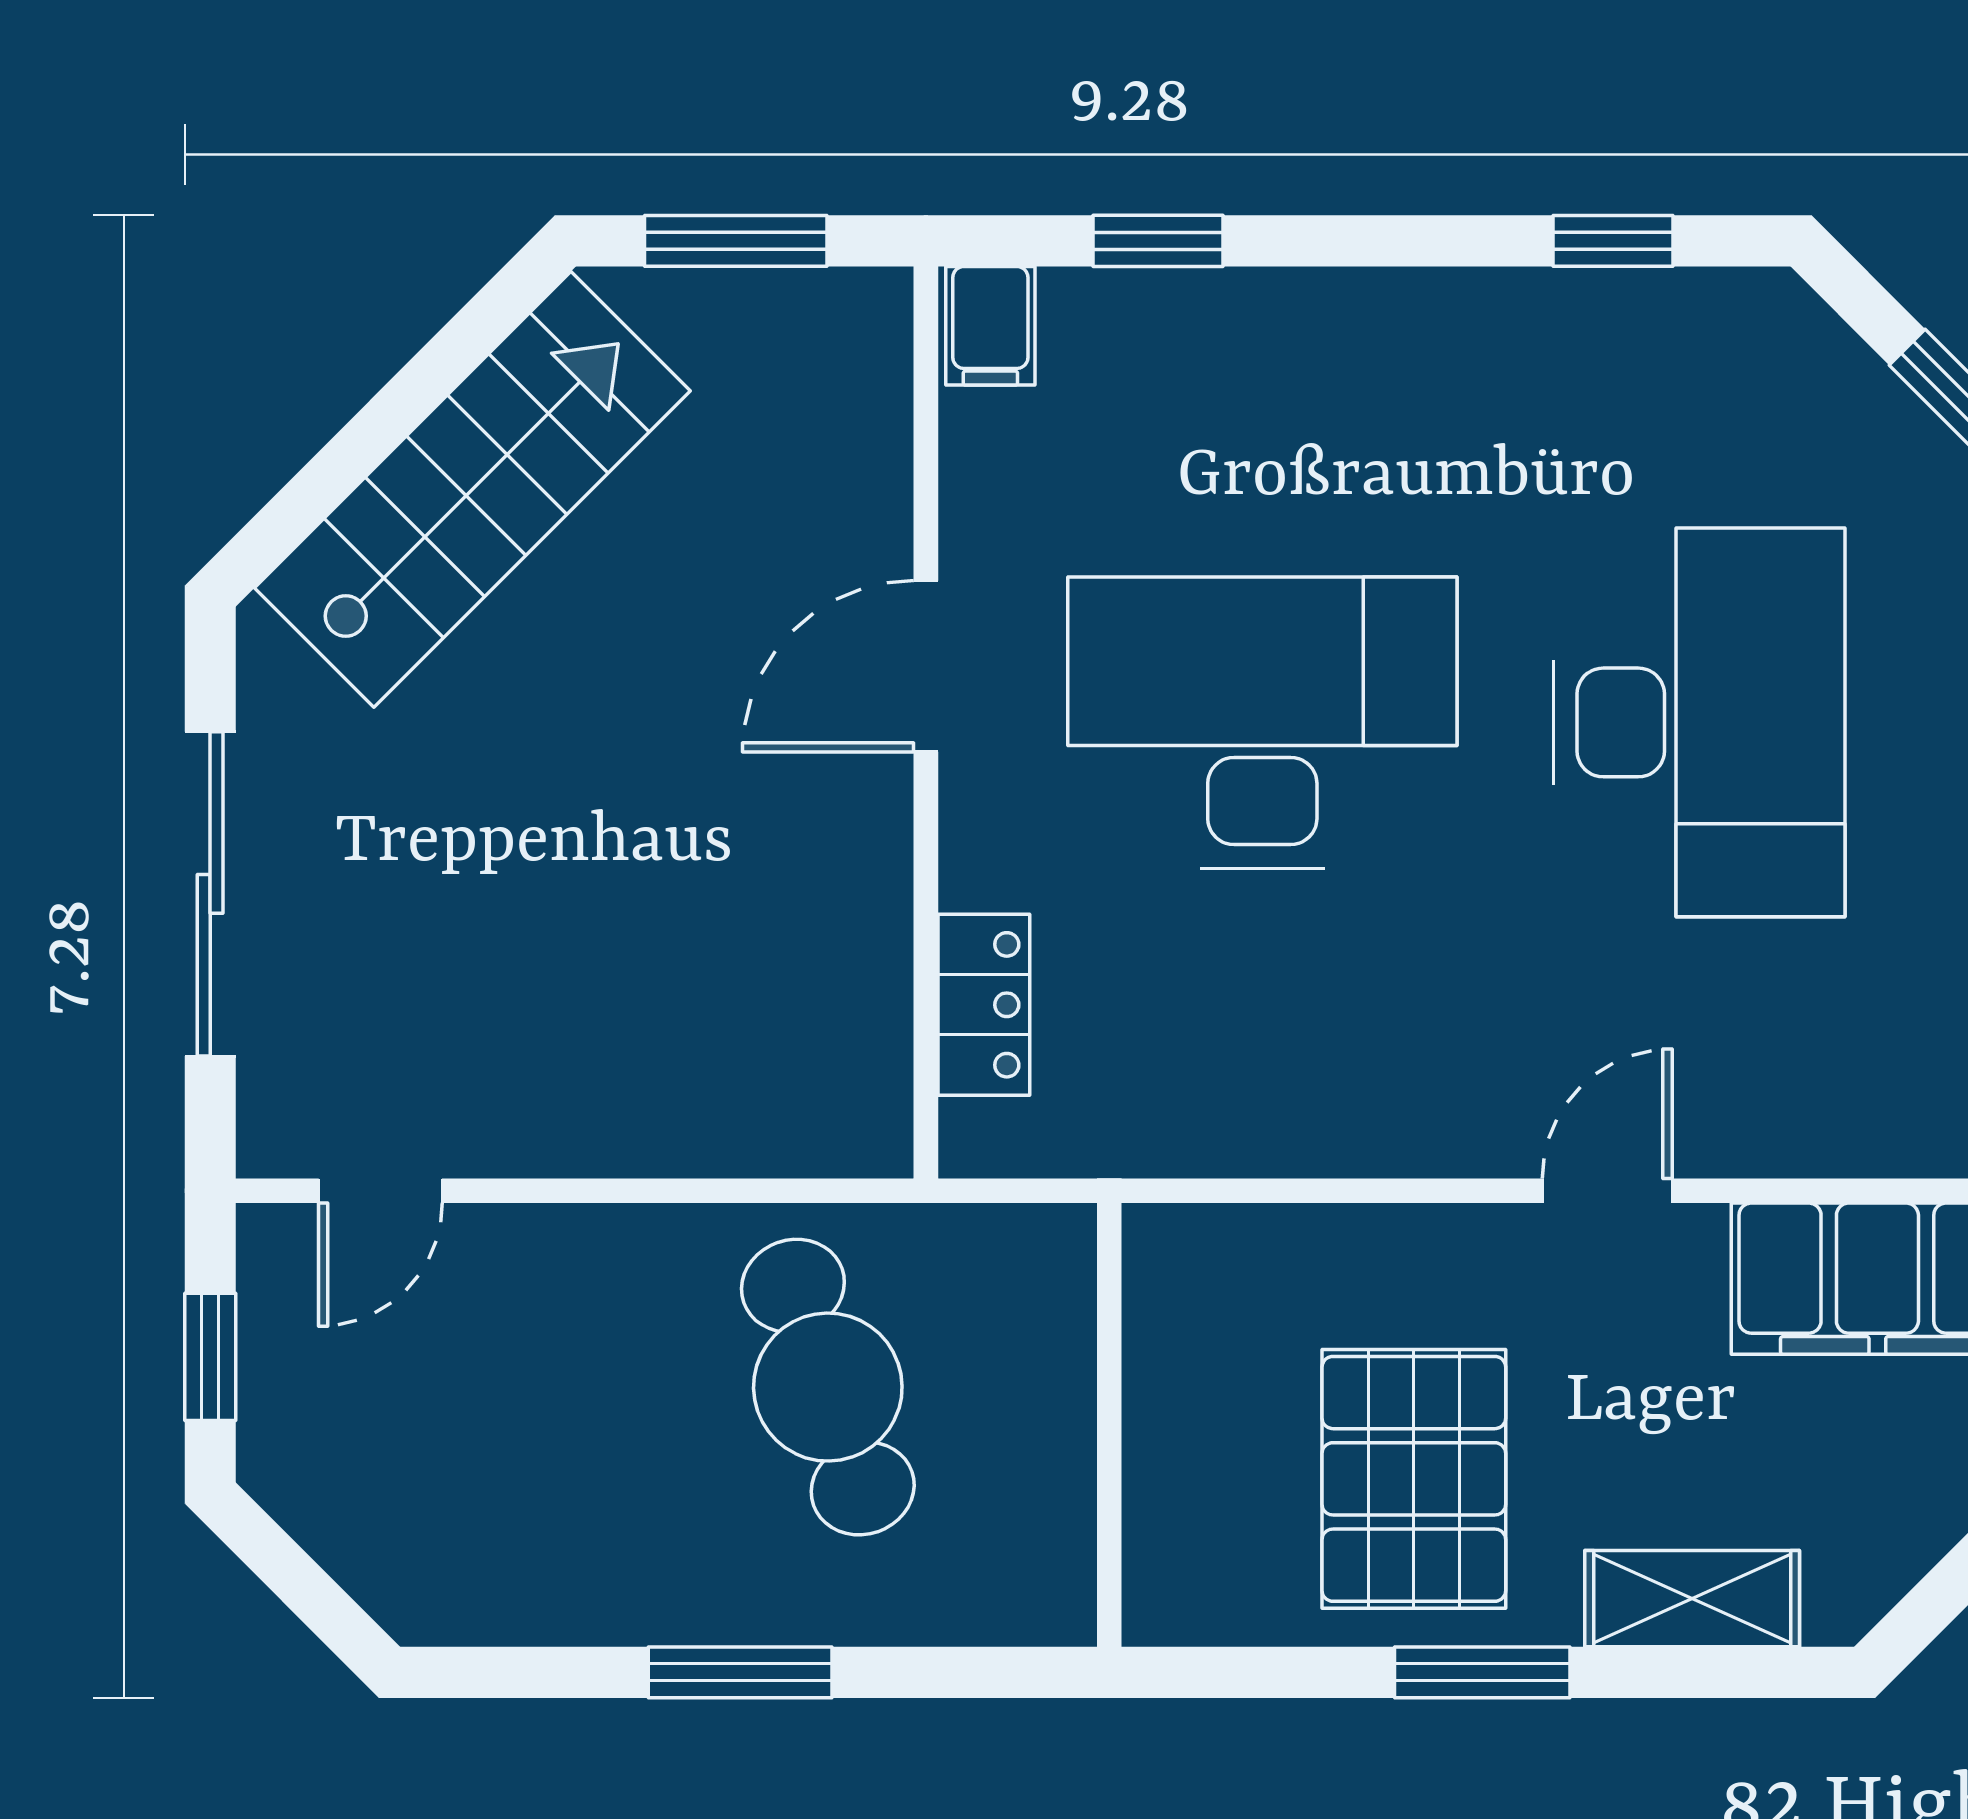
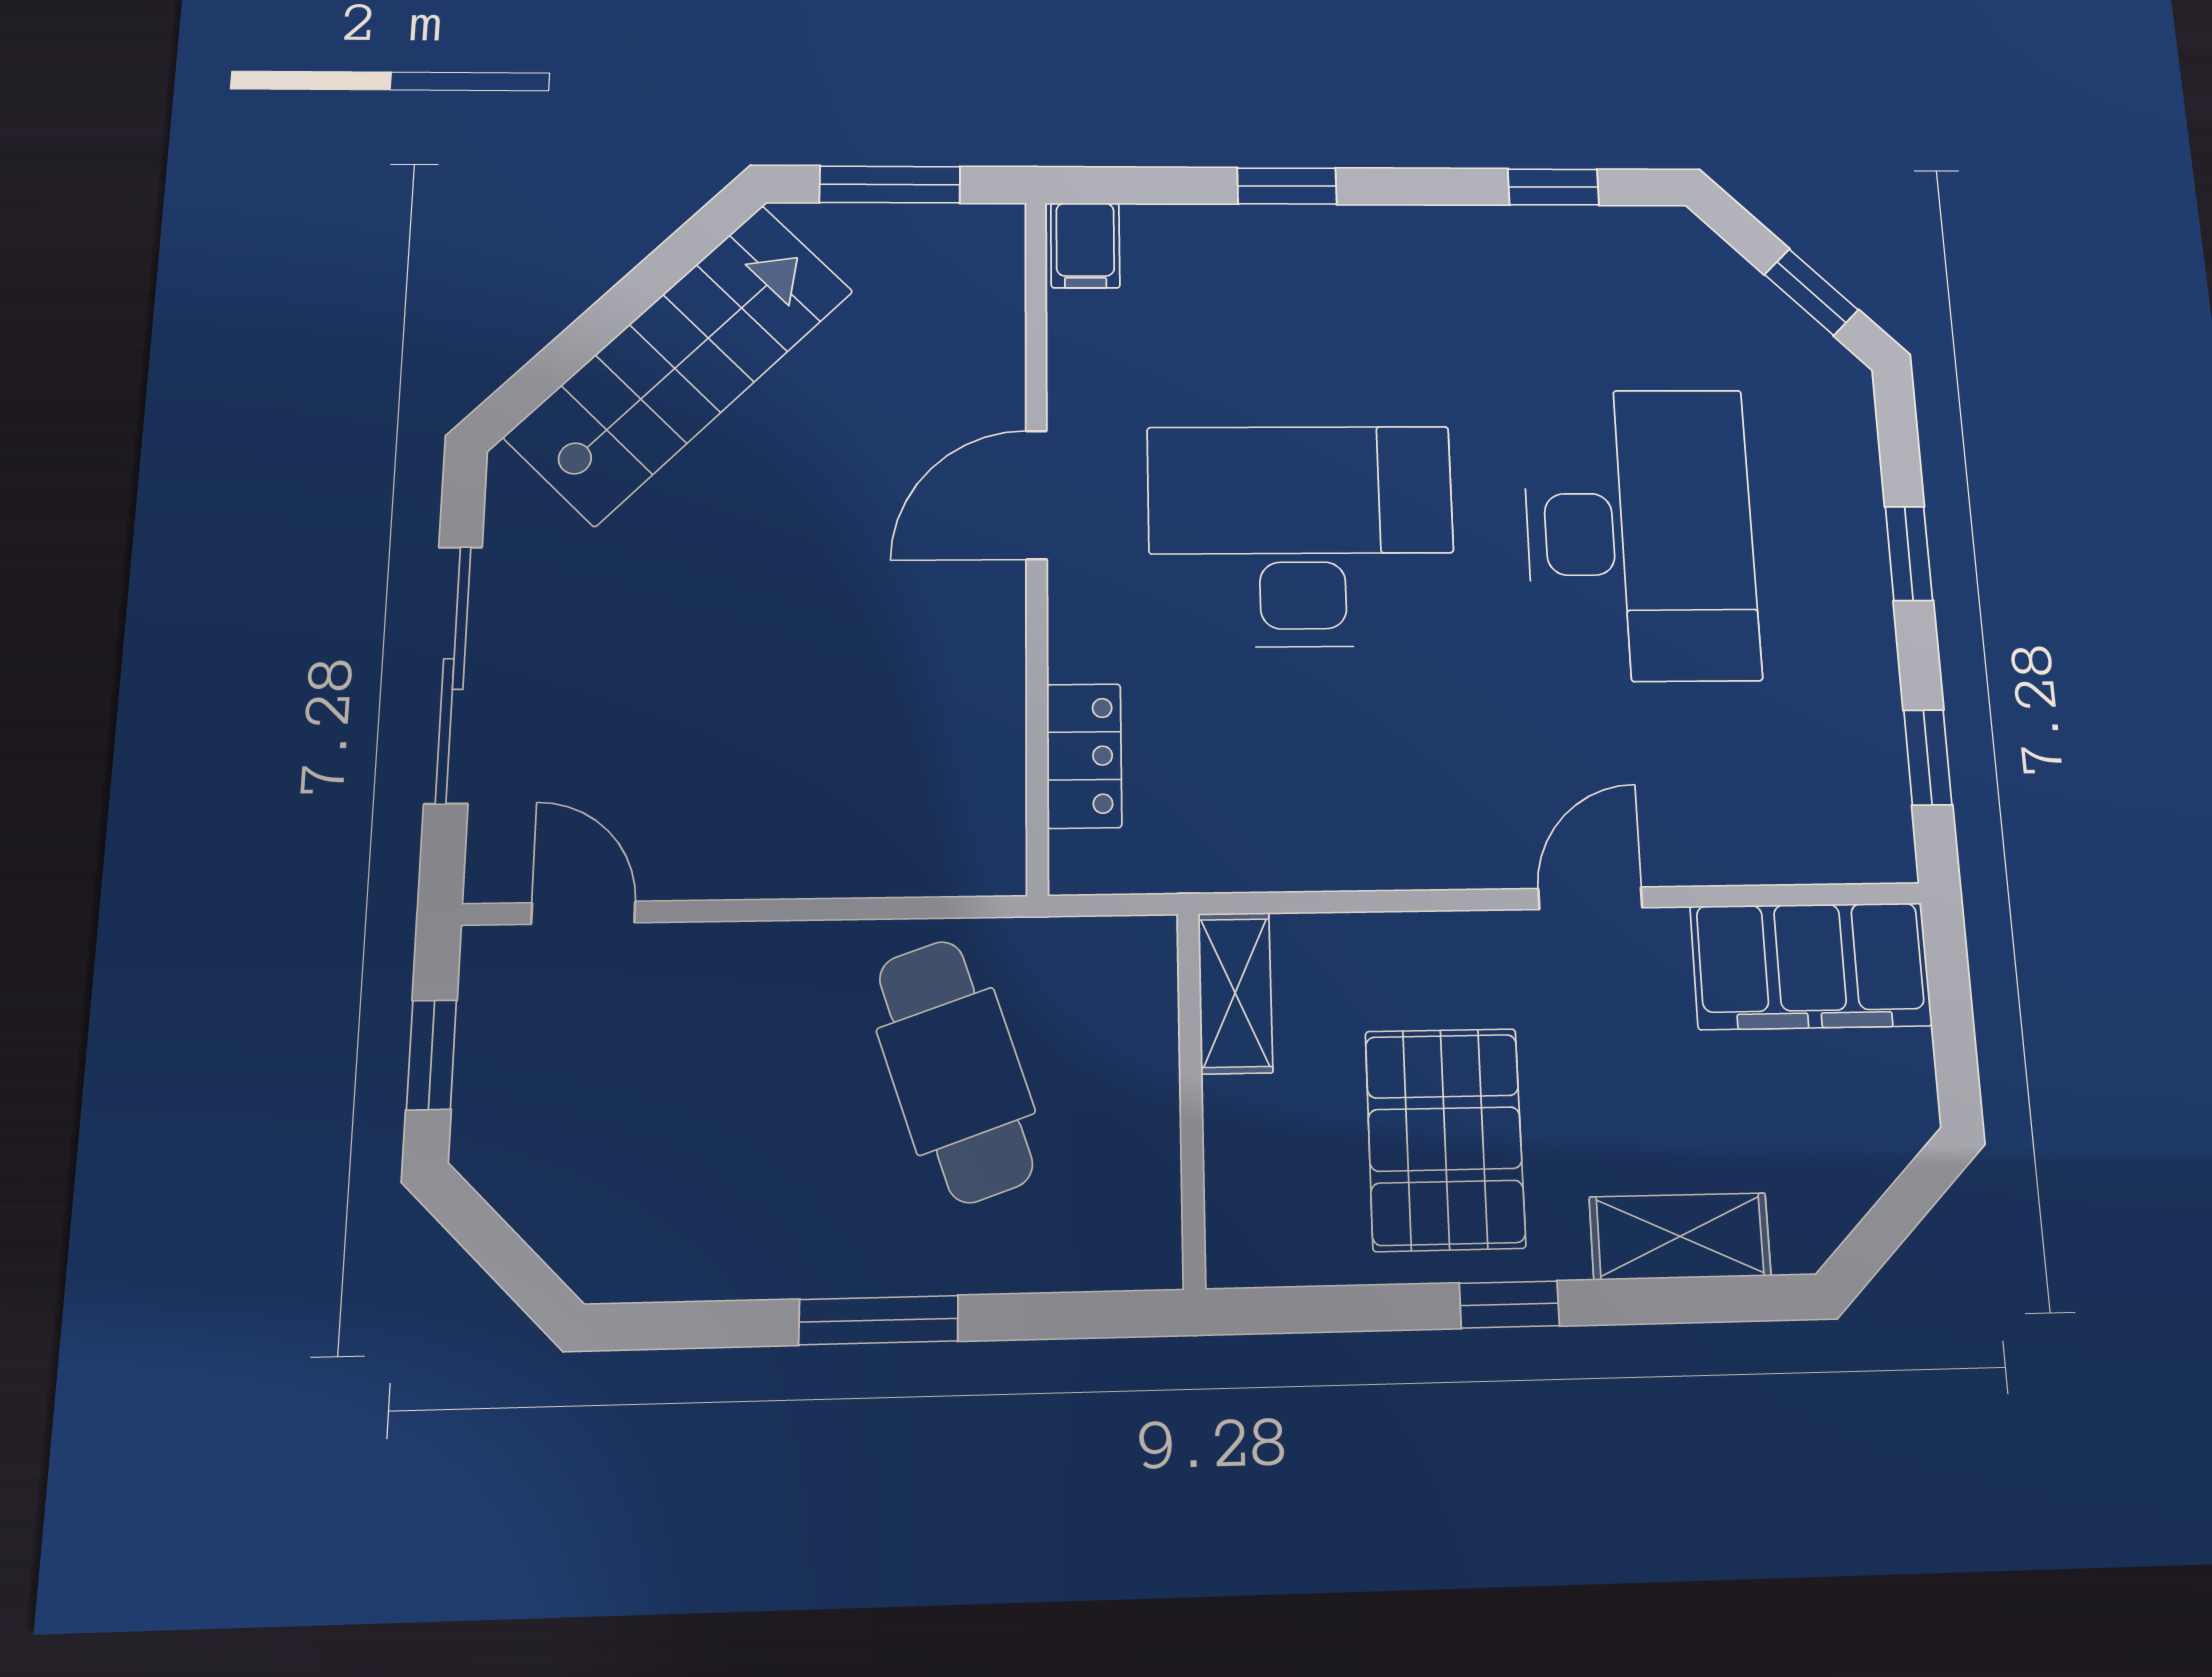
window: (1158, 241) -> (1287, 186), moved
door: (380, 1191) -> (583, 913), swing flipped
shelving: (1165, 1300) -> (1235, 993), added
window: (1482, 1672) -> (1509, 1304), width x0.67

